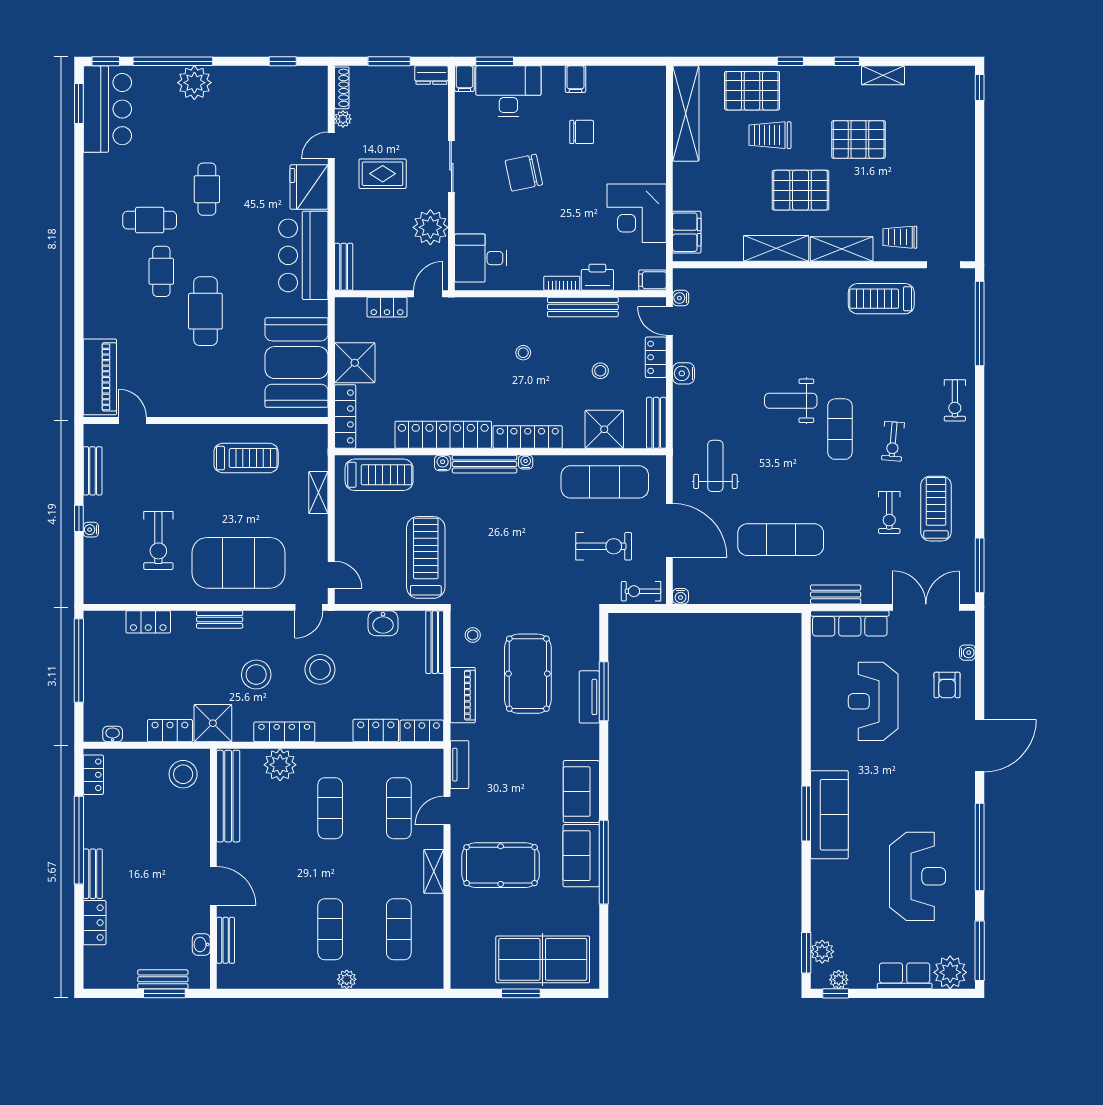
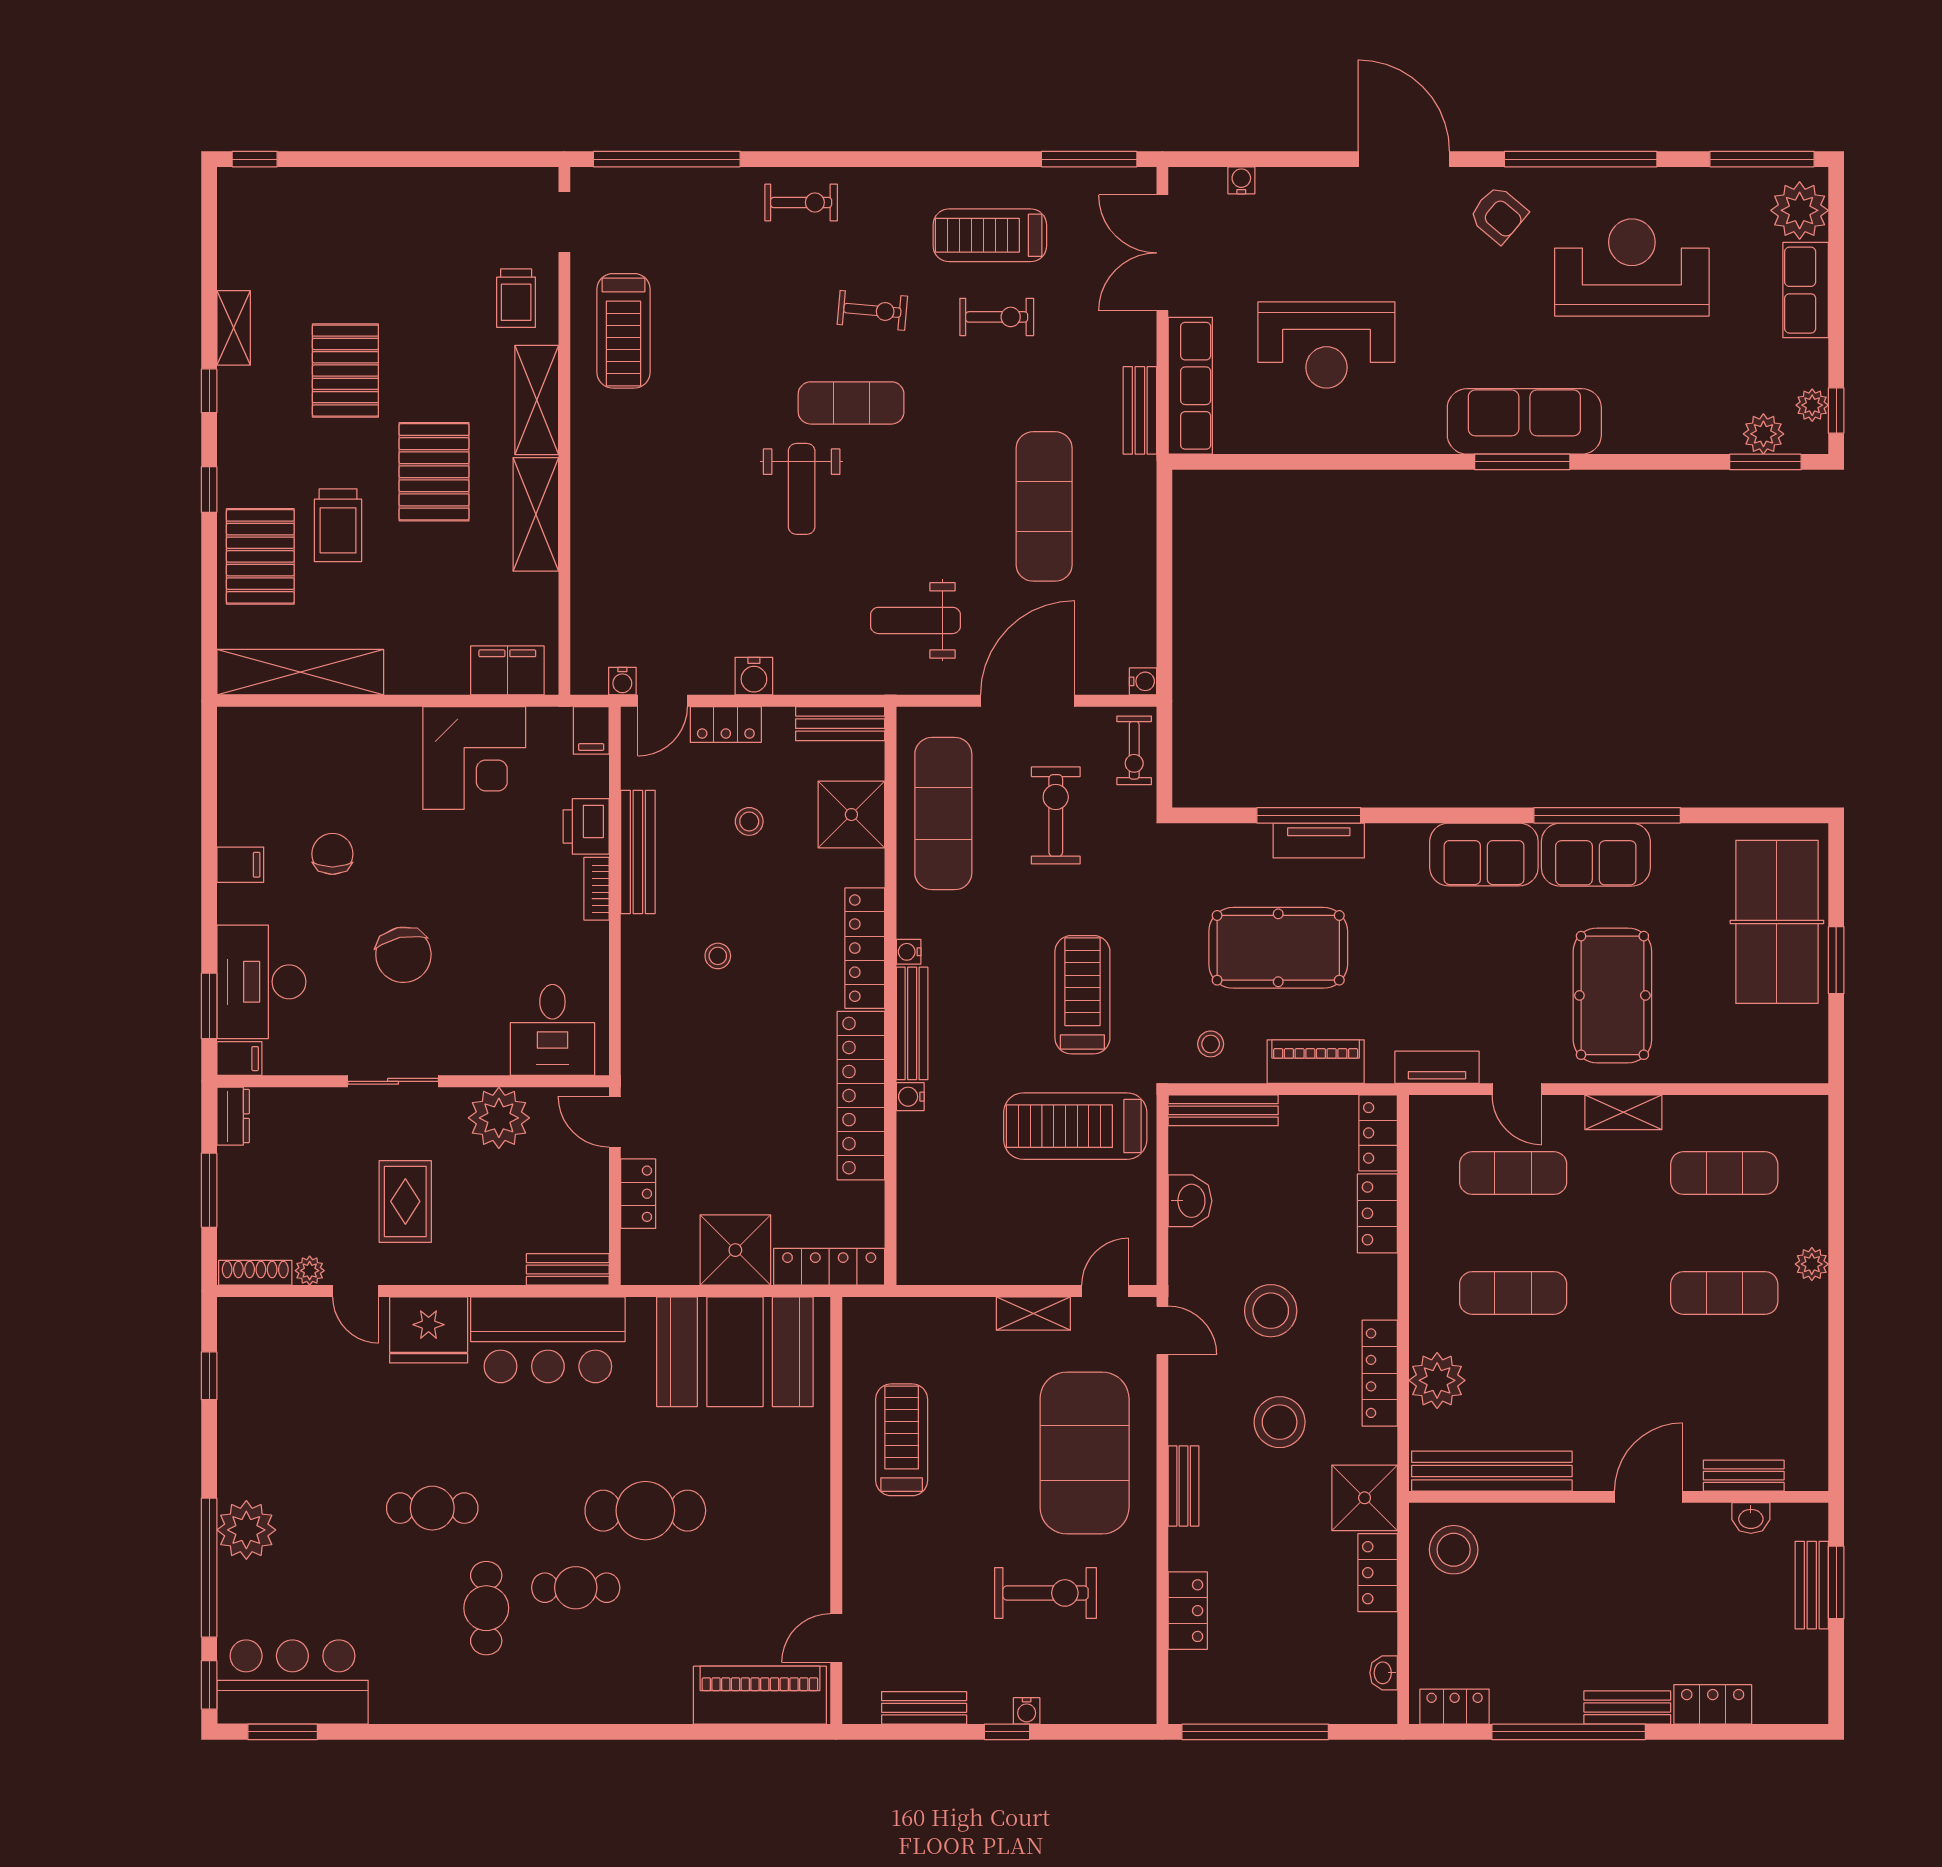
treadmill: (379, 475) -> (1082, 995), moved
shelving: (318, 493) -> (1033, 1314), moved
armchair: (947, 685) -> (1498, 215), moved, turned 40

